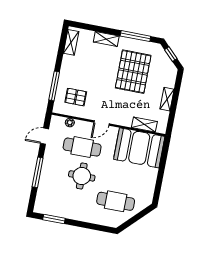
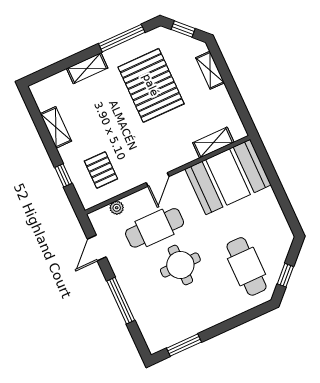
shelving: (71, 42) -> (56, 127), moved
window: (54, 86) -> (63, 175), width x0.46
pallet: (76, 97) -> (101, 170), turned 90
shelving: (167, 99) -> (210, 70), moved
cafe table: (116, 201) -> (247, 266), turned 90
window: (133, 220) -> (285, 275), added

